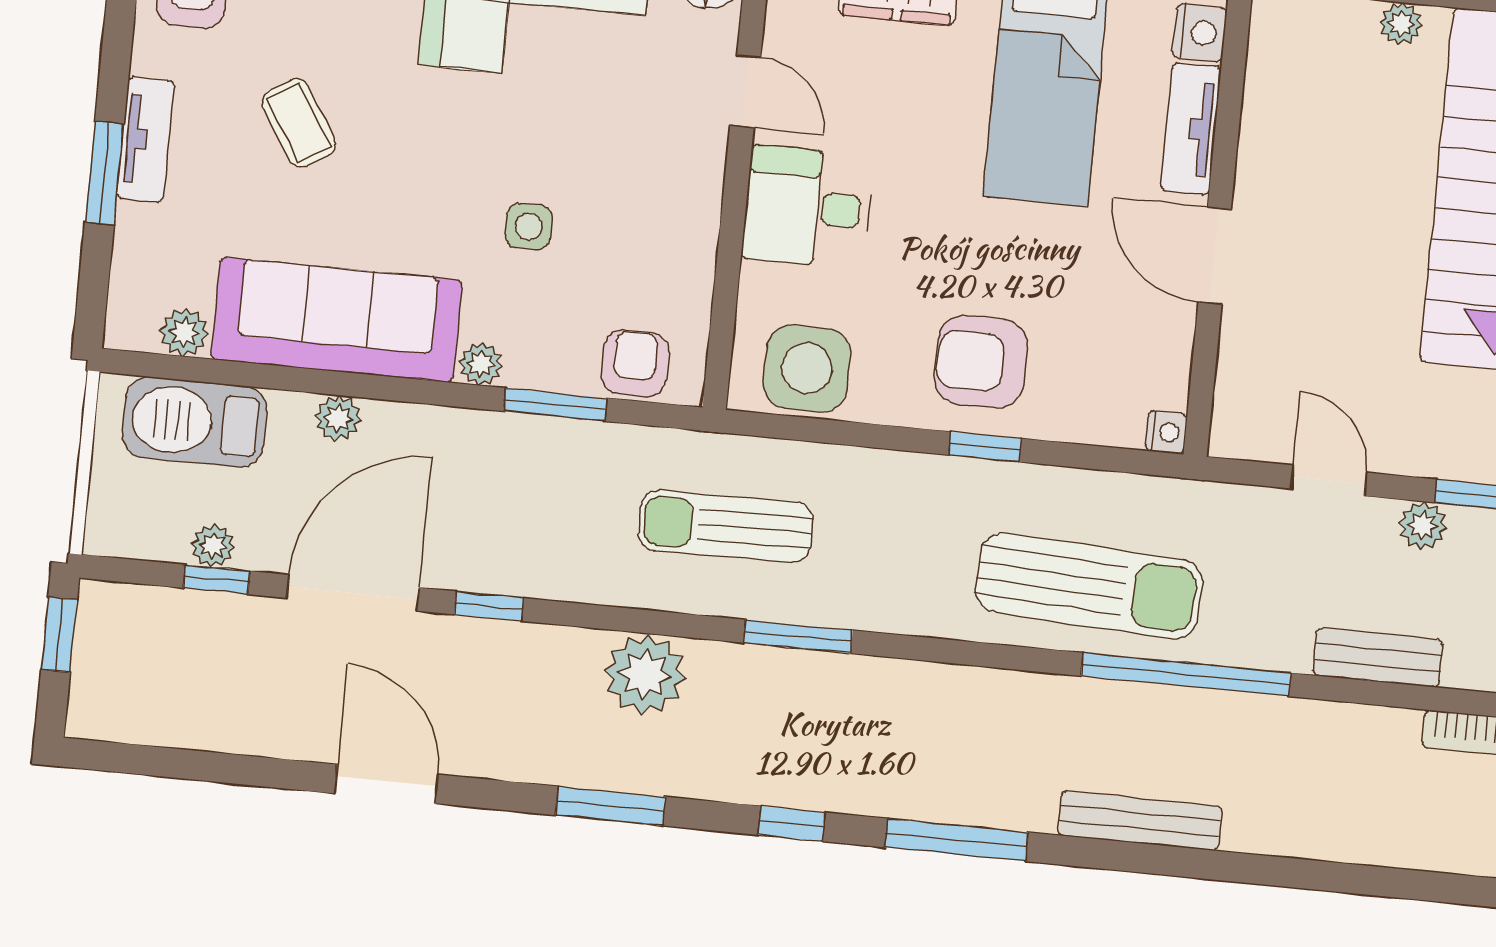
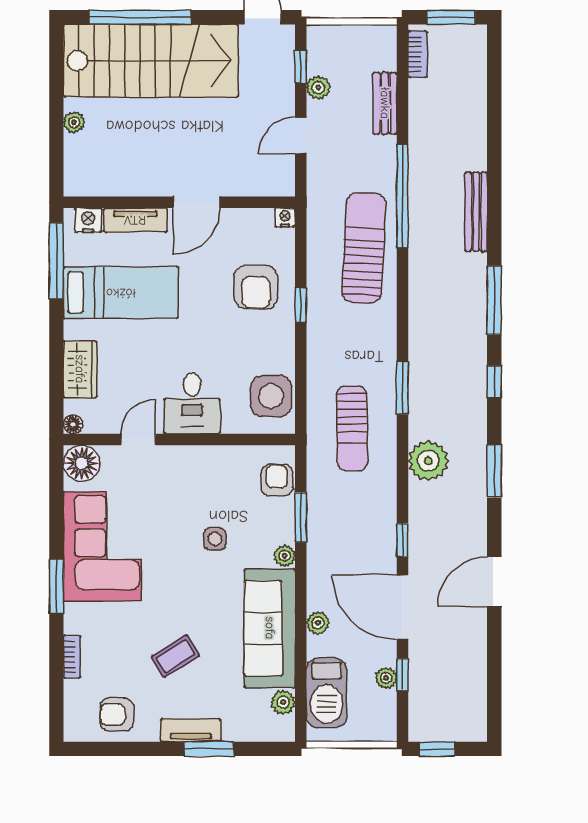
armchair: (981, 362) -> (256, 287), moved
armchair: (635, 363) -> (277, 480), turned 90

